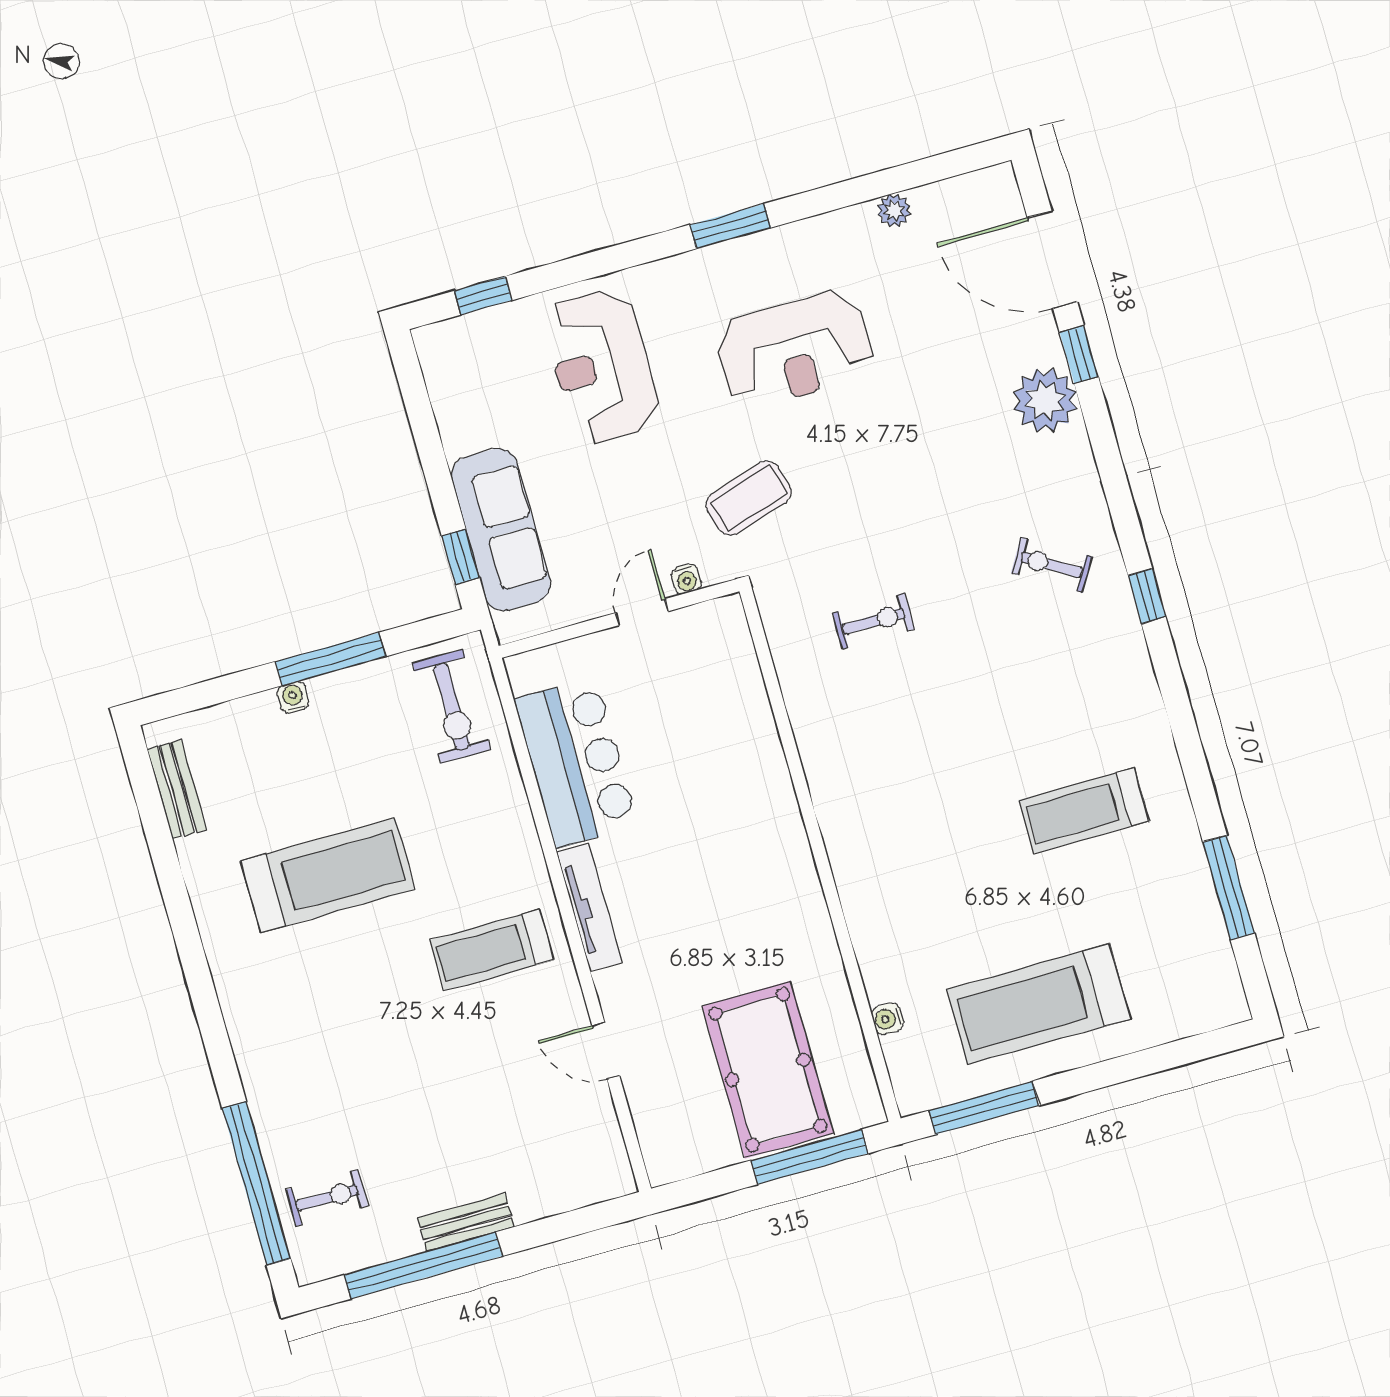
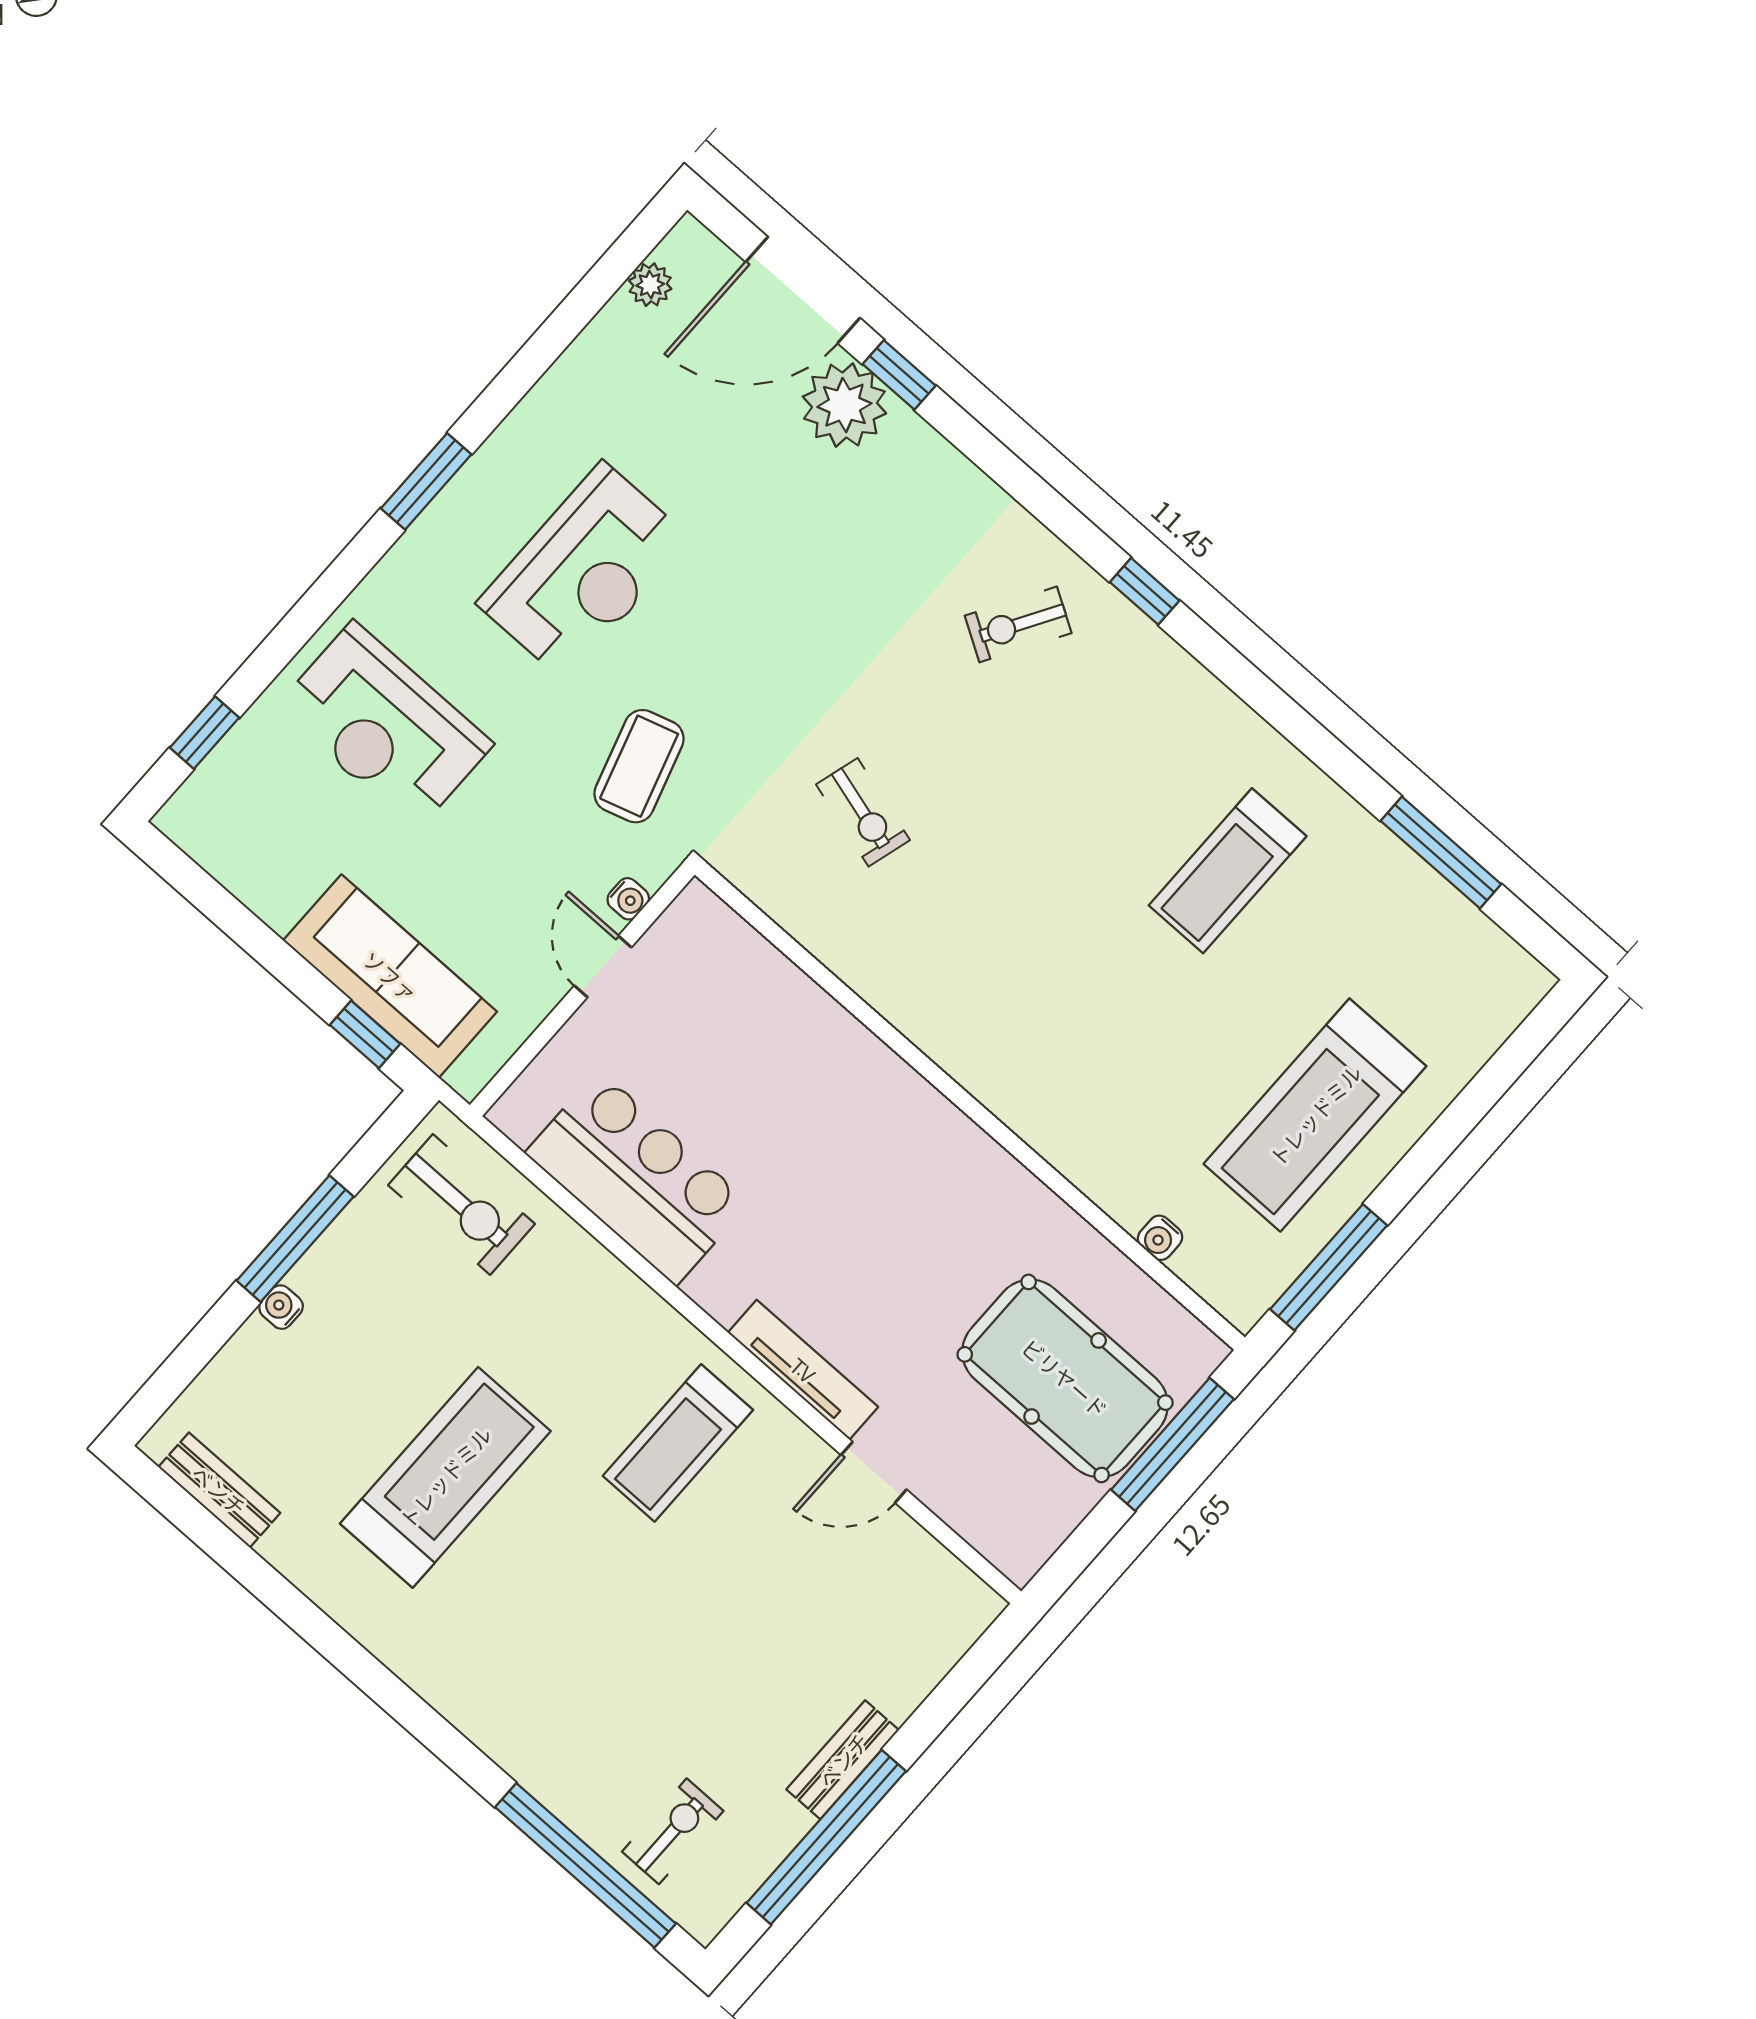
plant: (894, 210) -> (650, 285), moved
plant: (1045, 400) -> (844, 405), moved
exercise bike: (874, 621) -> (863, 812), turned 106
tv unit: (589, 907) -> (803, 1370), moved

